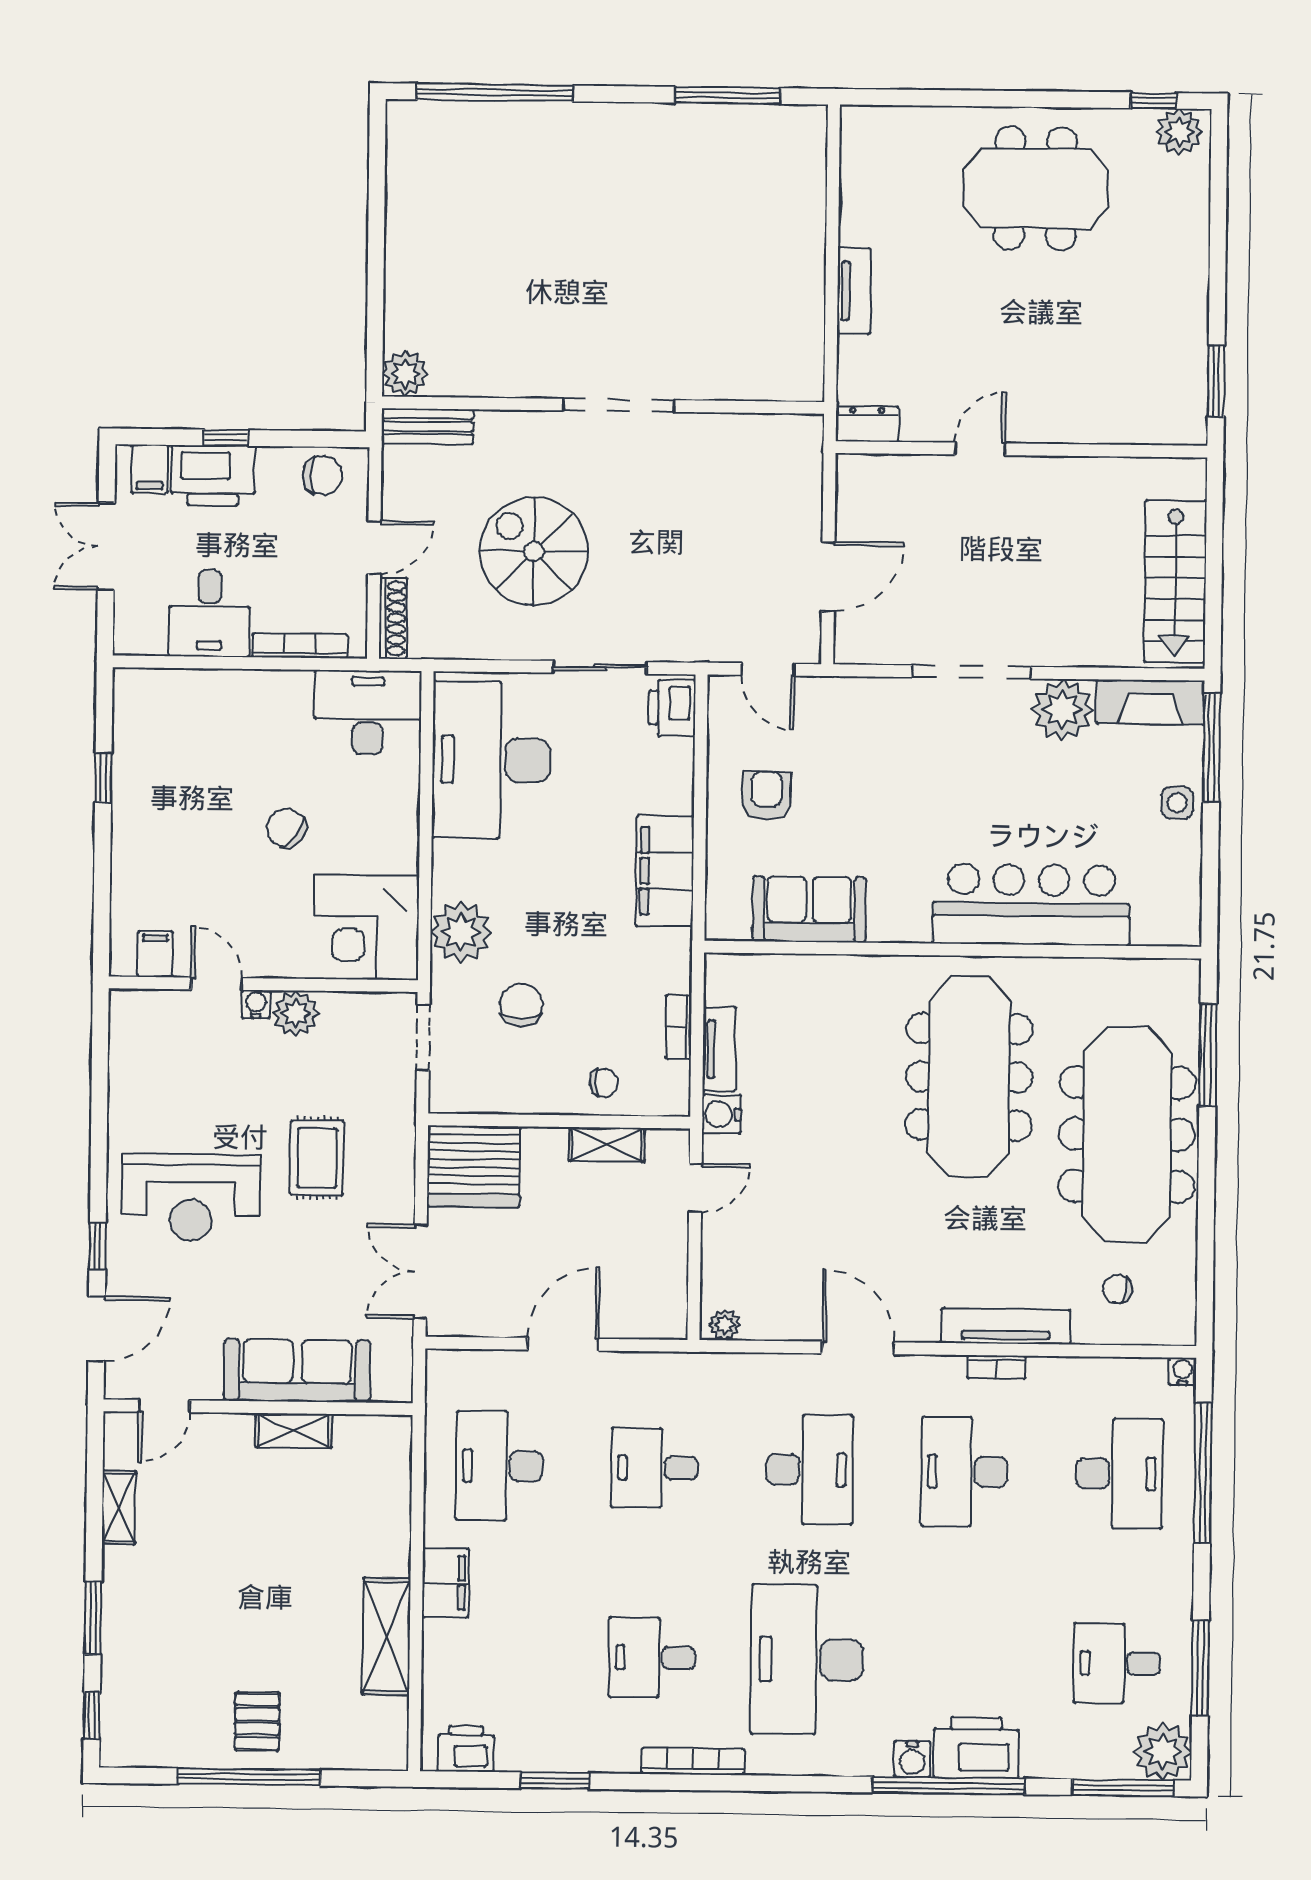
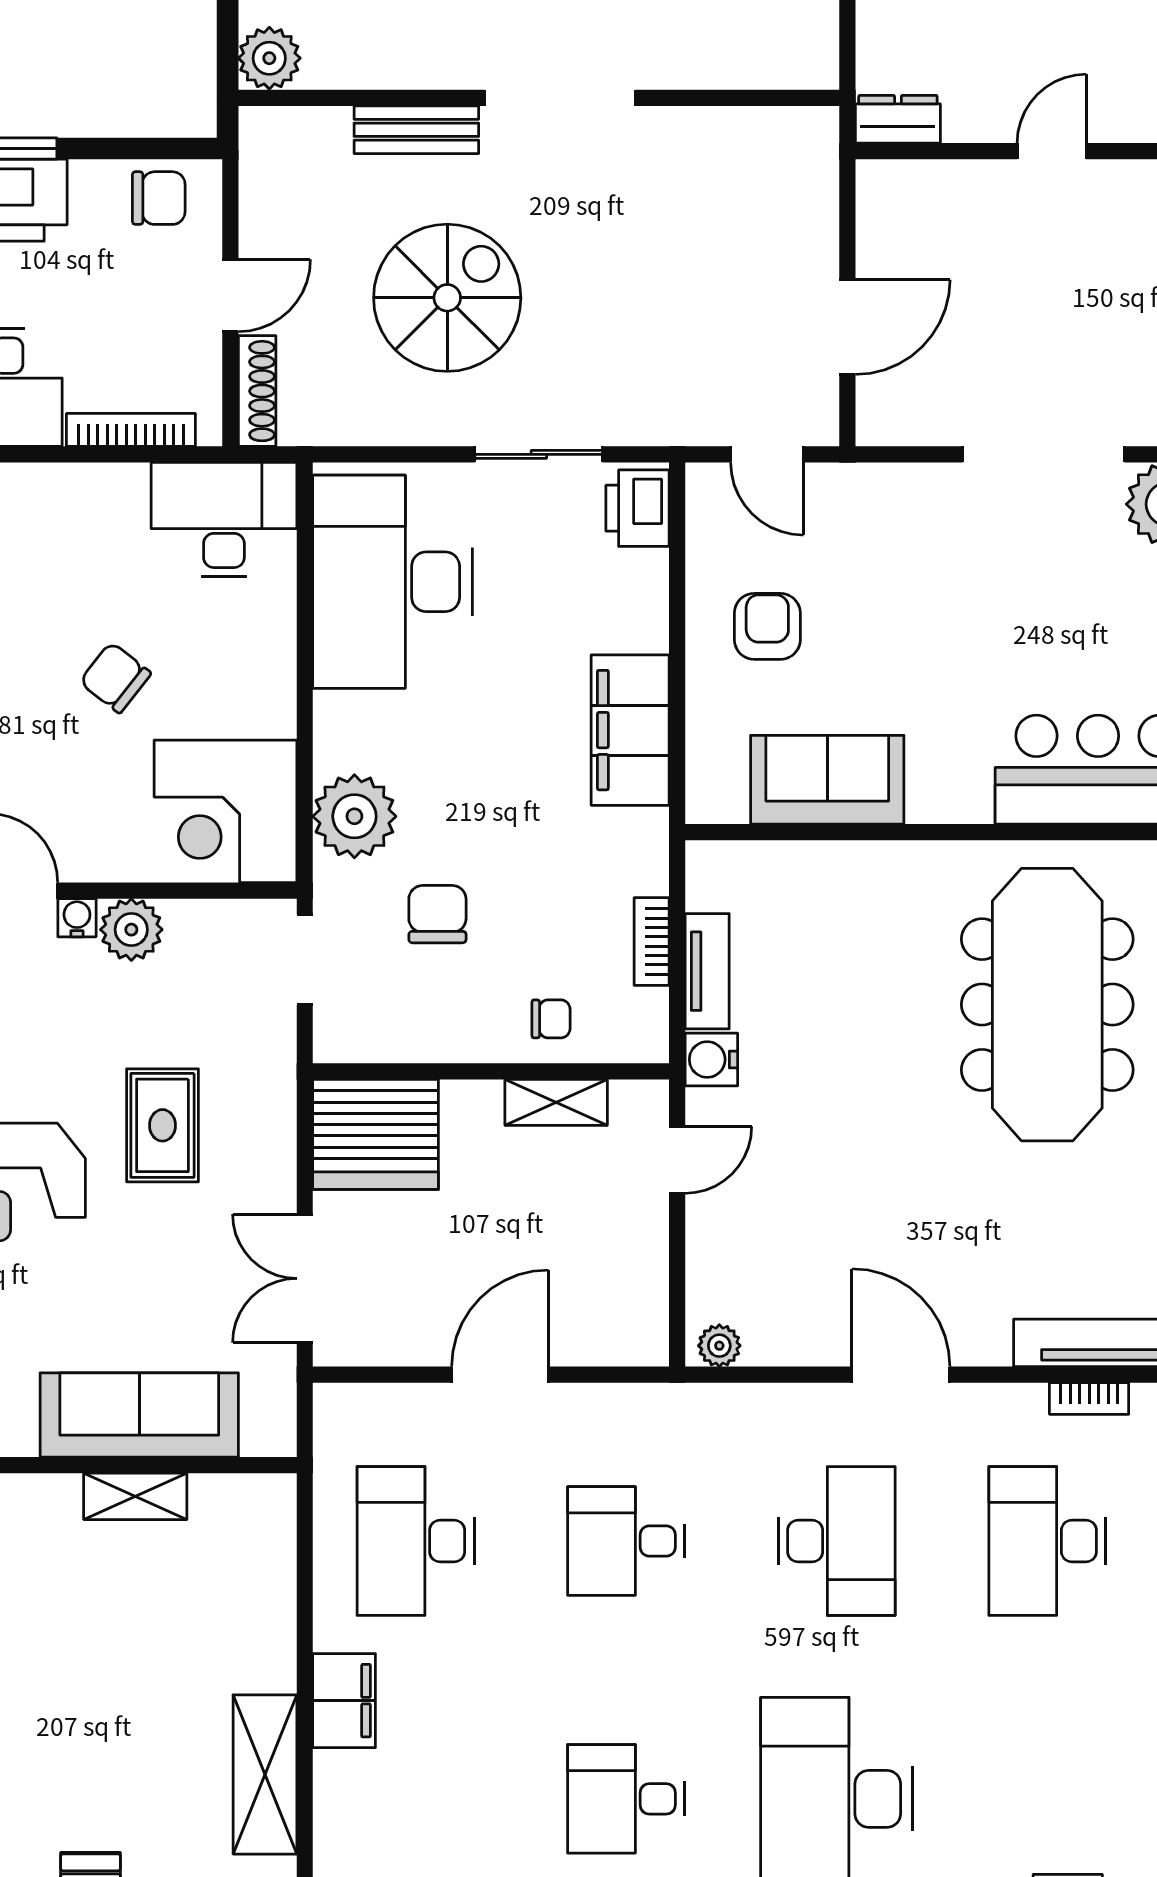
bench: (428, 426) -> (416, 130), moved
spiral stairs: (534, 551) -> (447, 298), turned 90

